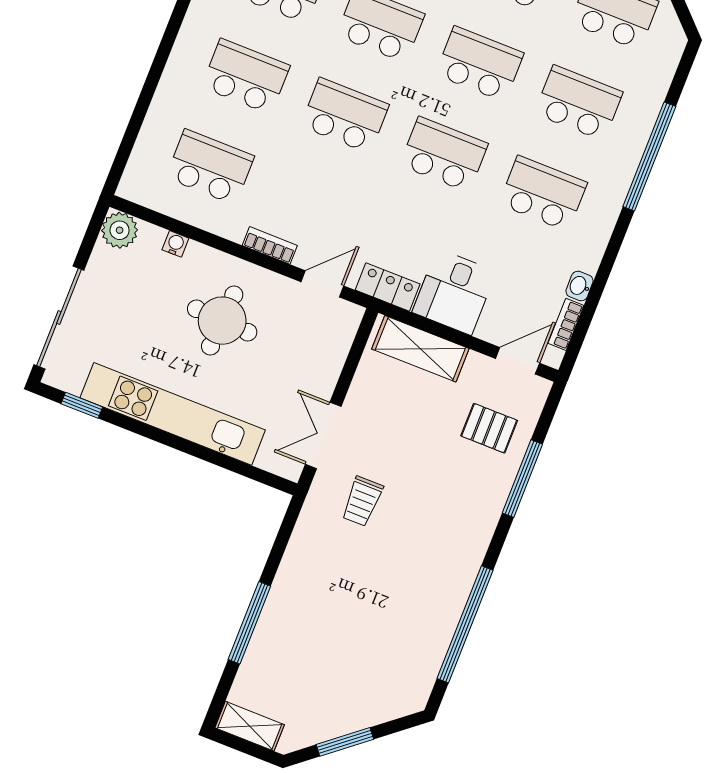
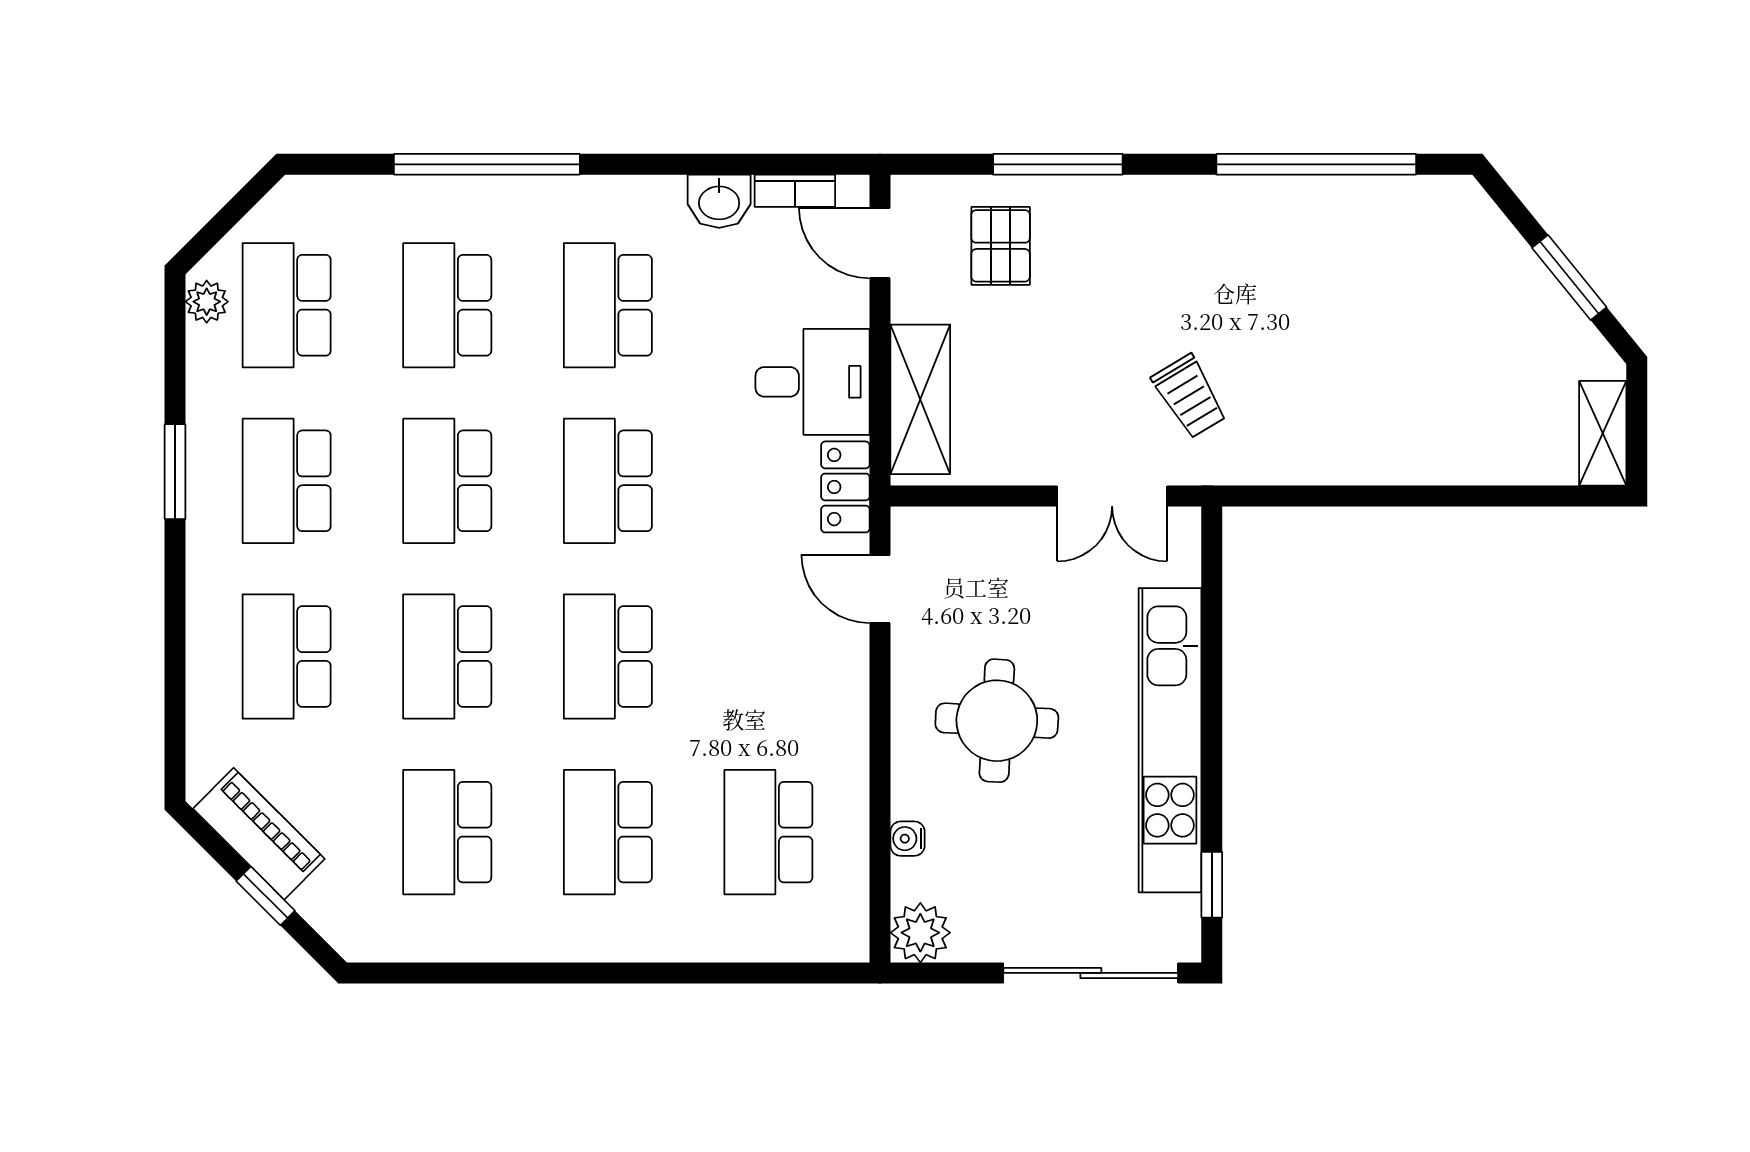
bookcase: (270, 245) -> (853, 693), removed
washbasin: (579, 286) -> (719, 201), width x1.38, depth x1.45
trolley: (362, 501) -> (1190, 396), turned 59
window: (249, 623) -> (1444, 496), removed

